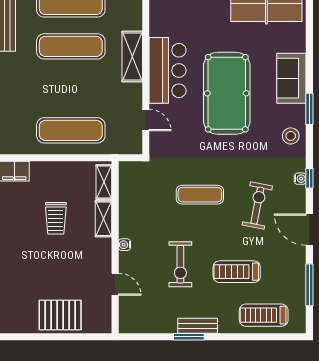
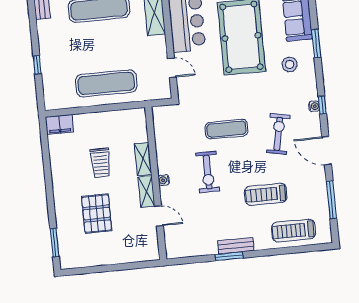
stool: (291, 136) -> (290, 64), moved
shelving: (104, 182) -> (146, 192), moved
exercise bike: (180, 264) -> (208, 172), moved
pallet: (60, 315) -> (97, 214), moved, turned 90

